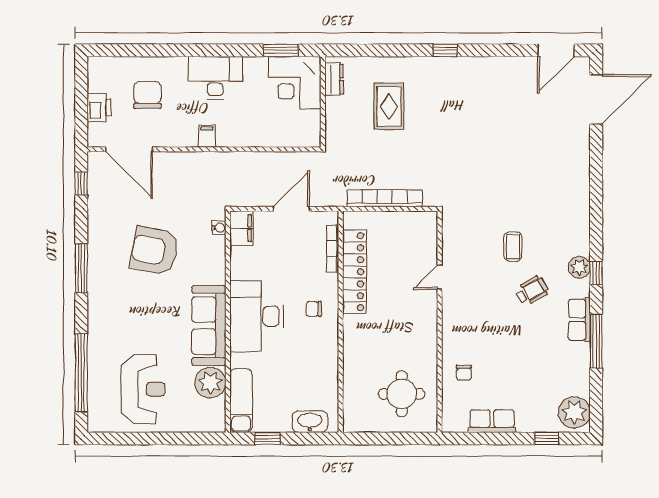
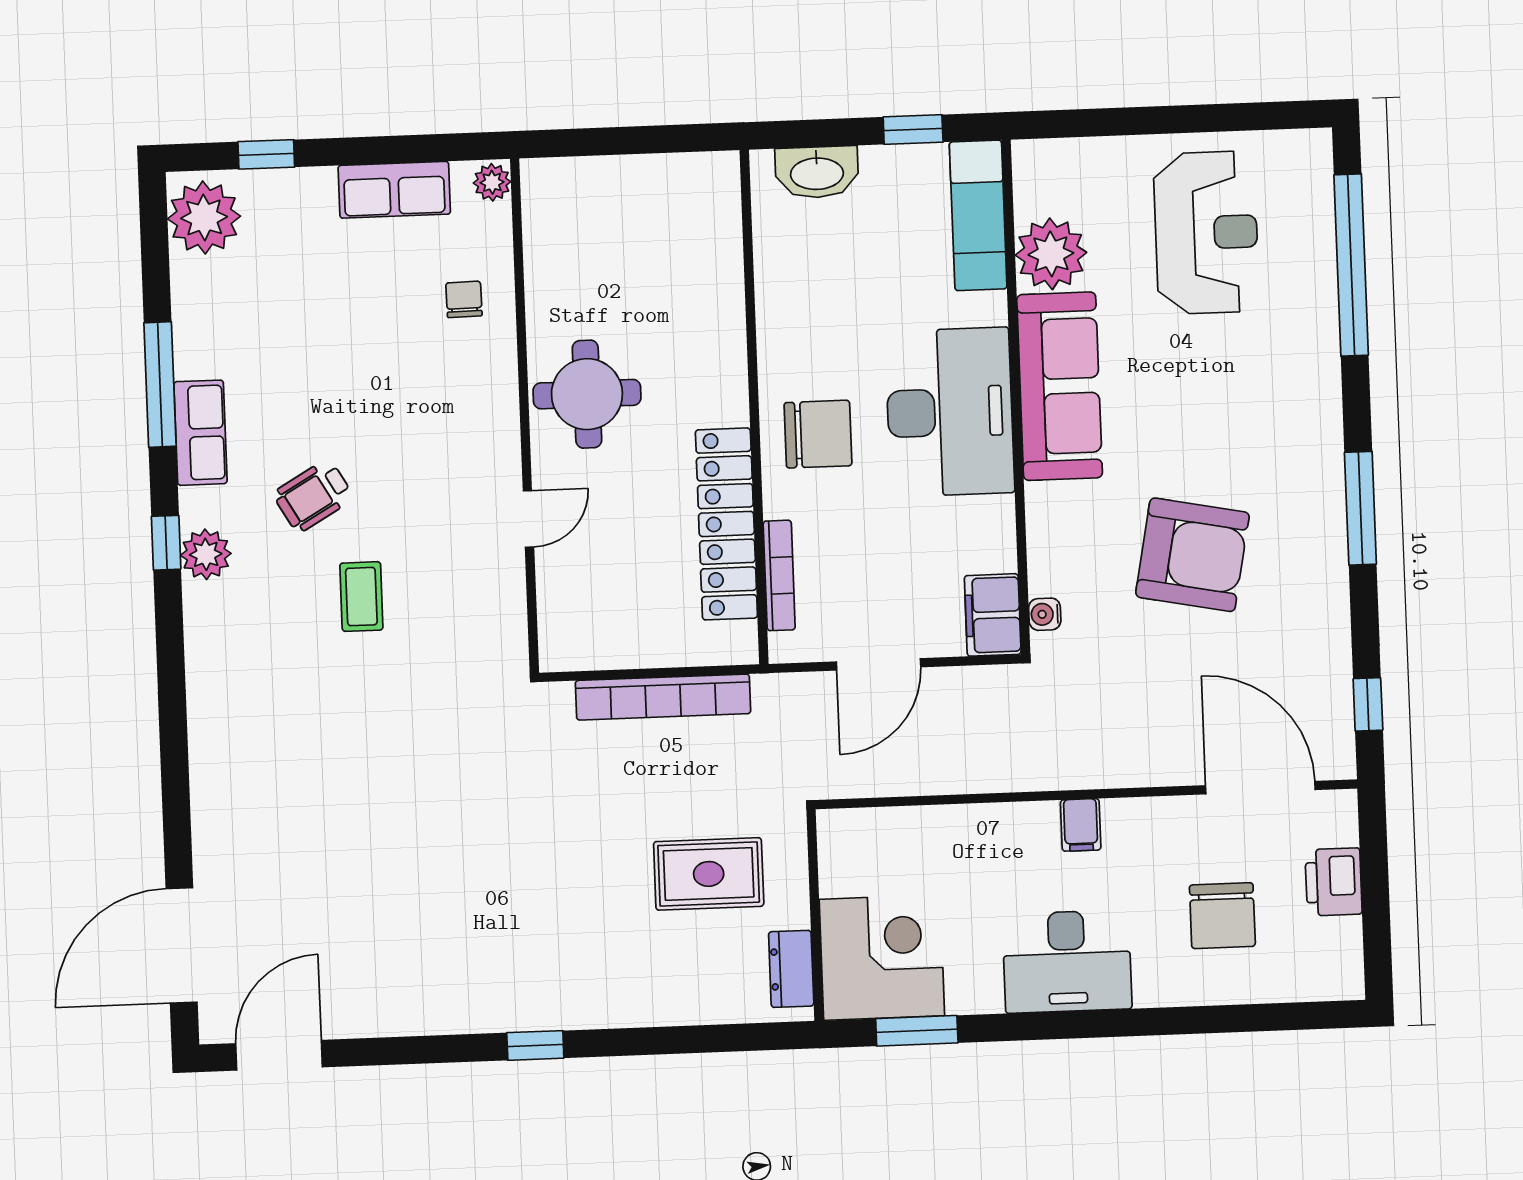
rug: (389, 106) -> (709, 874), moved, turned 90
chair: (314, 309) -> (818, 434), width x1.87, depth x1.87
reception desk: (143, 389) -> (1206, 233), turned 180
round table: (402, 394) -> (587, 394), moved
plant: (450, 423) -> (492, 182), added

